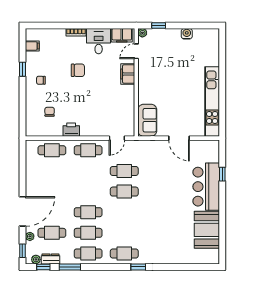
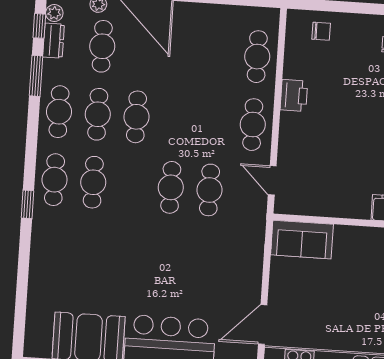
chair: (50, 112) -> (321, 31), moved
door: (179, 138) -> (263, 325), moved
cafe table: (124, 233) -> (93, 182), added

